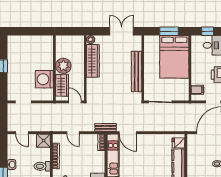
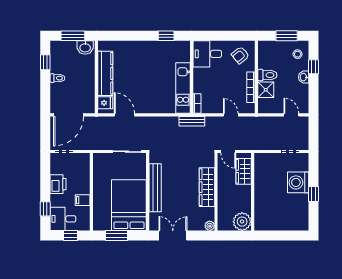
double door: (122, 31) -> (173, 236), swing flipped
bed: (174, 57) -> (129, 205), moved
wardrobe: (93, 61) -> (207, 187), moved
plant: (63, 66) -> (242, 222), moved
washing machine: (44, 79) -> (298, 182), moved, turned 180
filing cabinet: (197, 90) -> (83, 200), moved
door: (128, 133) -> (124, 115), moved
shower: (43, 141) -> (266, 90), moved

